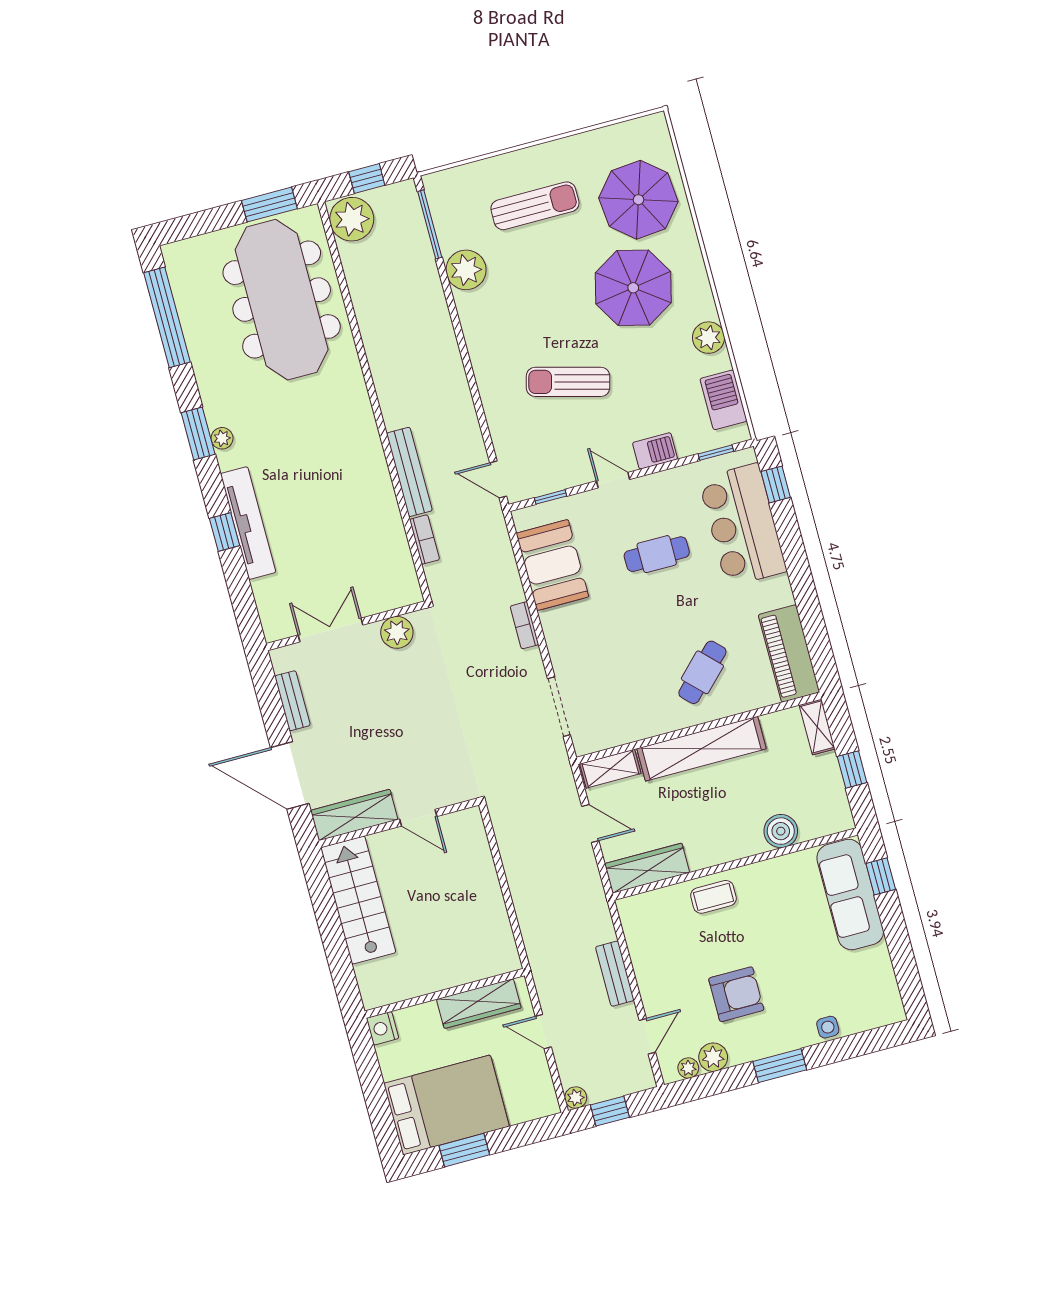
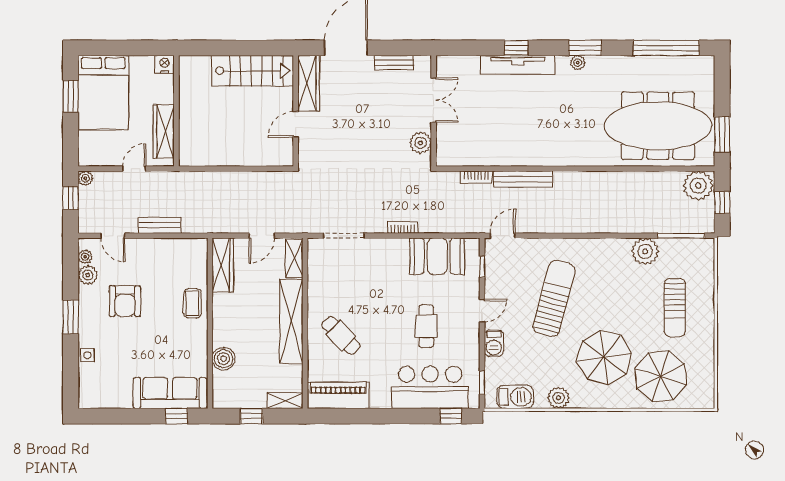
sun lounger: (568, 382) -> (554, 298), width x1.36, depth x1.34

